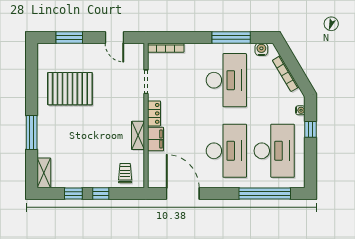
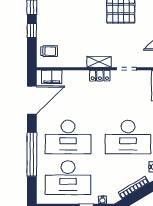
shelving: (138, 135) -> (99, 62), moved
filing cabinet: (156, 139) -> (52, 77), moved
window: (265, 193) -> (32, 154), moved

